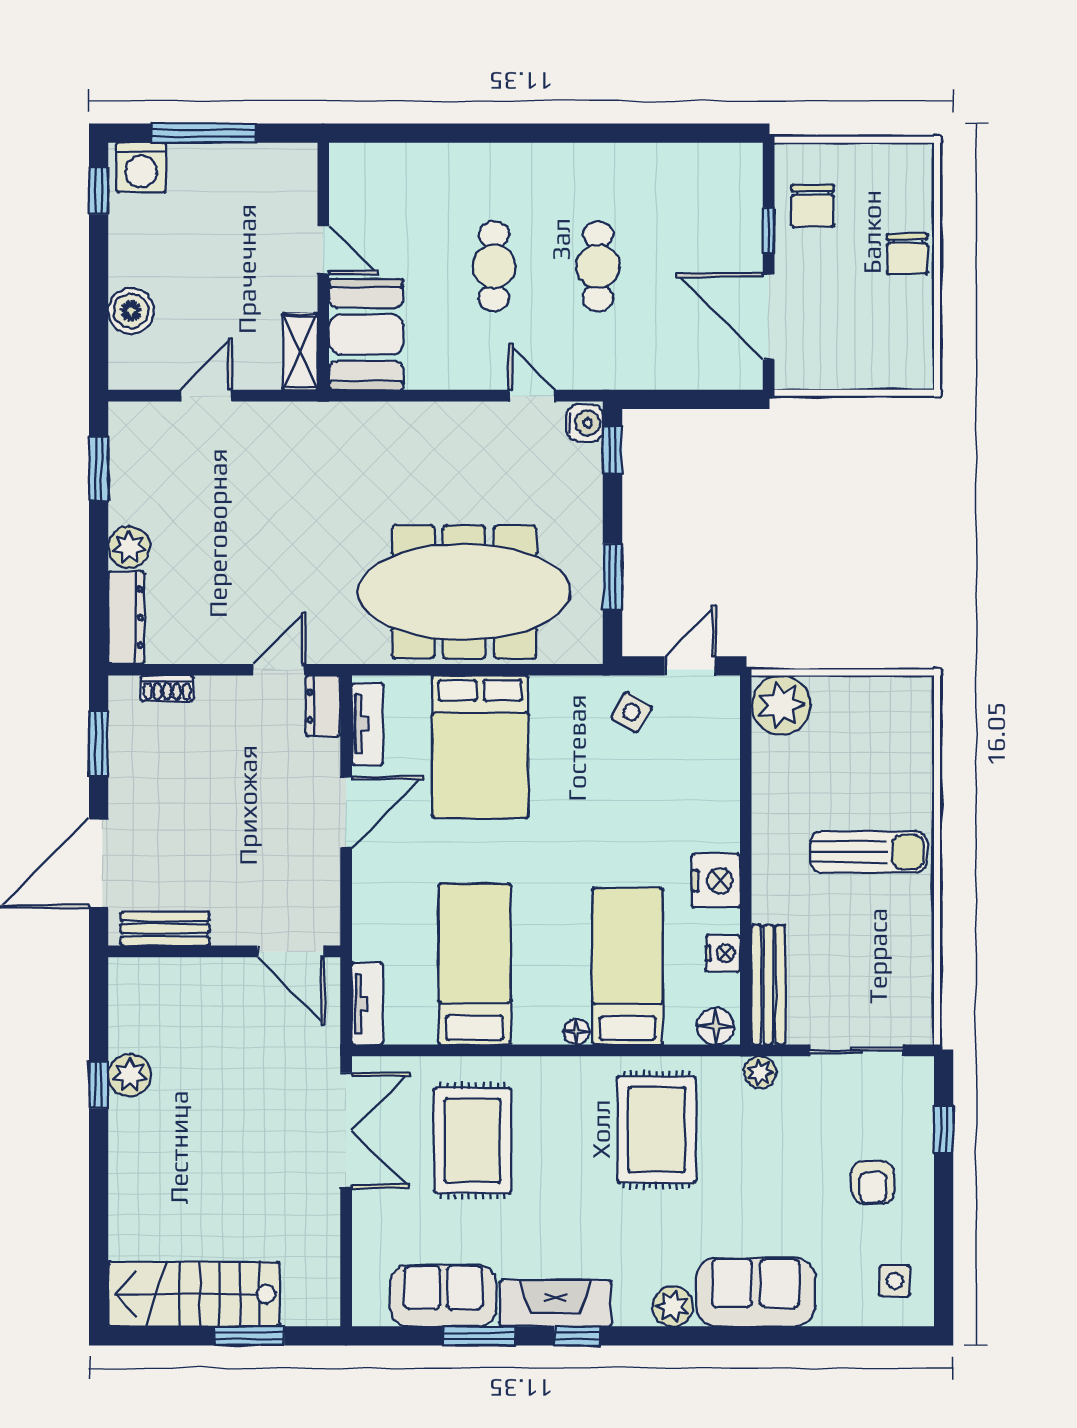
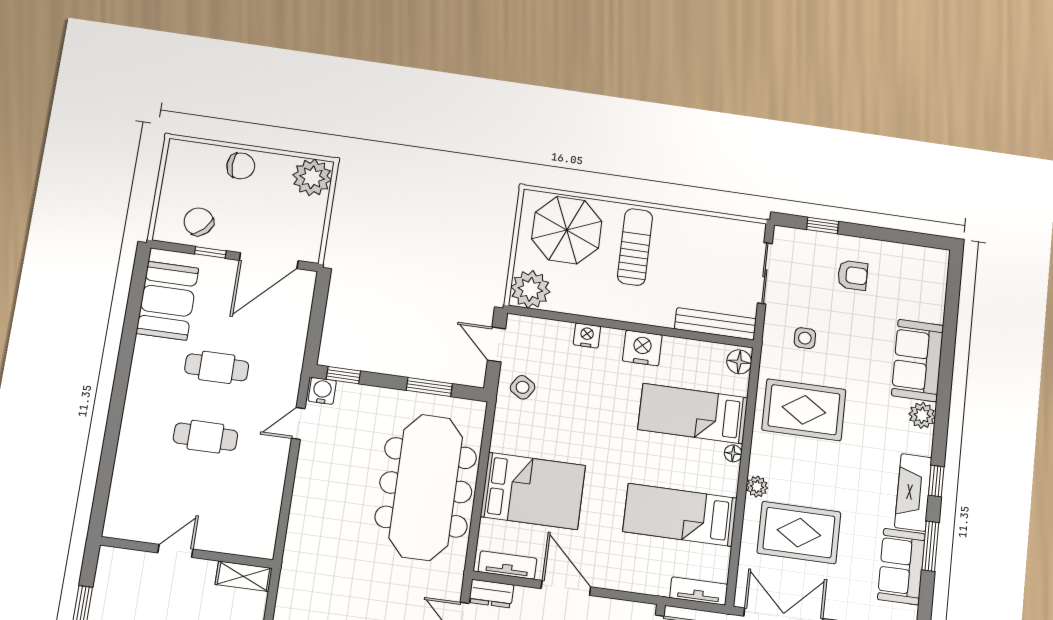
chair: (813, 206) -> (199, 222), turned -136
booth: (366, 334) -> (167, 301), moved, turned 90
plant: (905, 361) -> (312, 177), added
parasol: (880, 747) -> (567, 230), added
nightstand: (723, 953) -> (587, 335), moved
plant: (760, 1072) -> (757, 487), moved
side table: (895, 1281) -> (805, 338), moved

